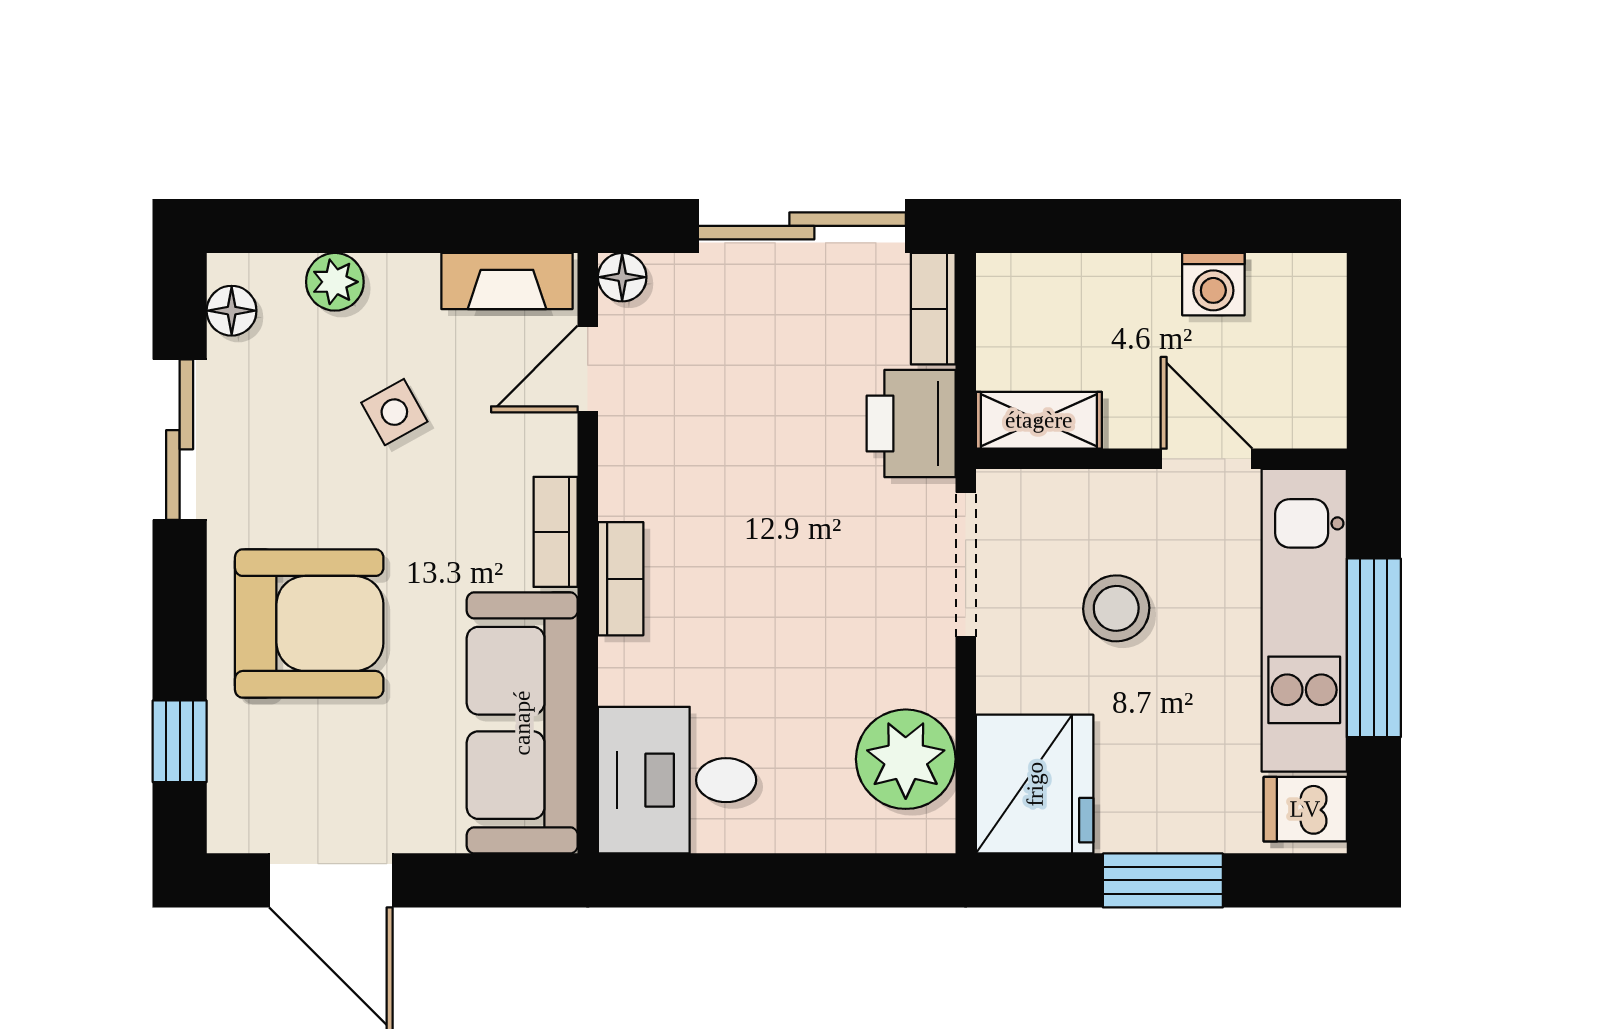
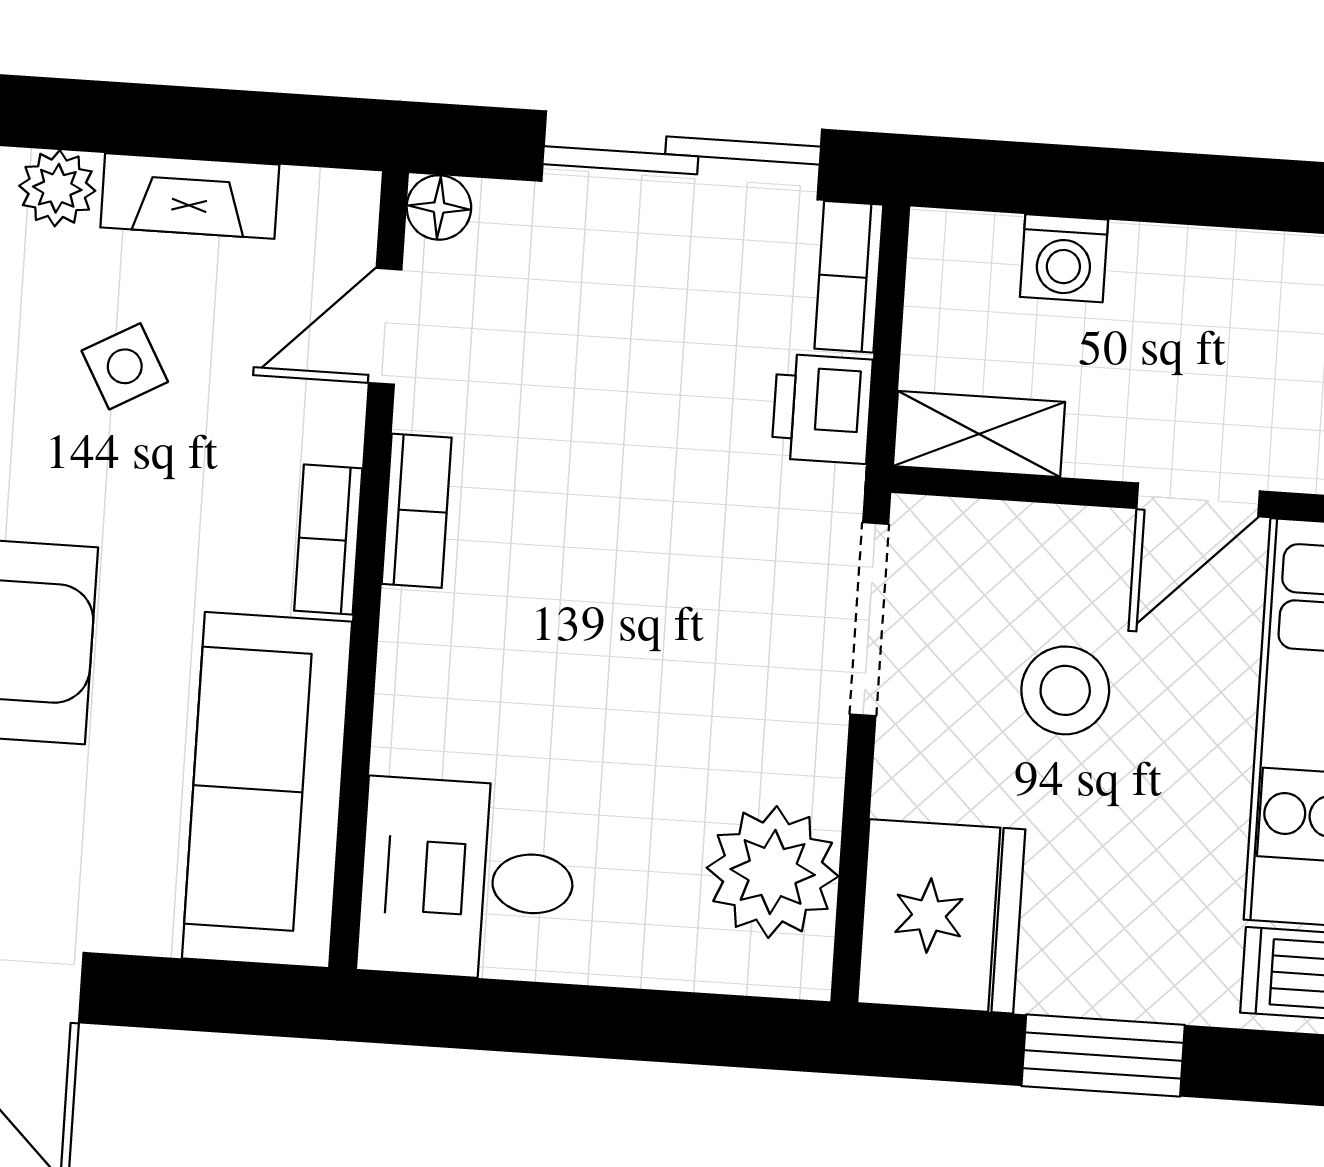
fireplace: (507, 281) -> (190, 196), moved
washing machine: (1213, 284) -> (1064, 258), moved
printer: (911, 424) -> (822, 409), width x0.73, depth x0.81
door: (1207, 459) -> (1198, 500), swing flipped
bookcase: (621, 579) -> (417, 511), moved

